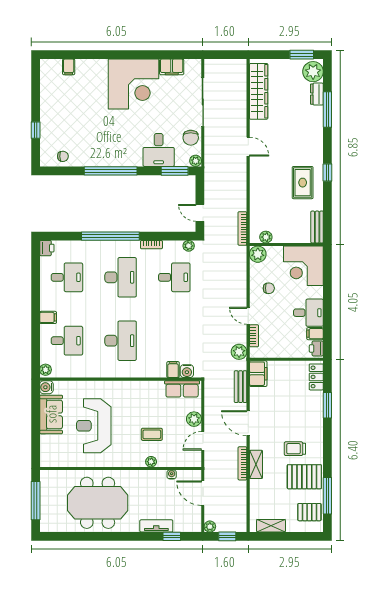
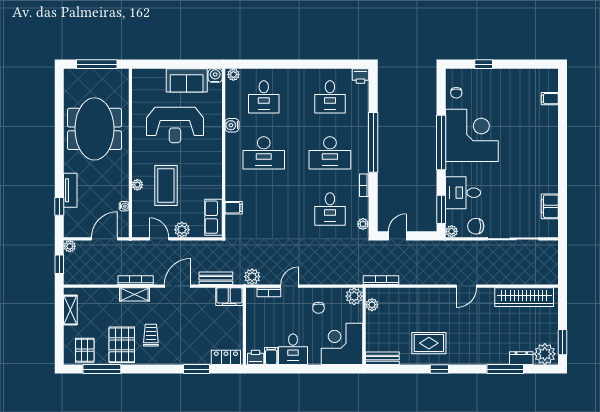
corner desk: (133, 84) -> (472, 135), moved, turned 180
filing cabinet: (48, 317) -> (288, 77), removed
water cooler: (187, 371) -> (232, 125), moved
reception desk: (94, 426) -> (175, 125), turned 180
coffee table: (152, 434) -> (166, 186), width x1.86, depth x1.72

